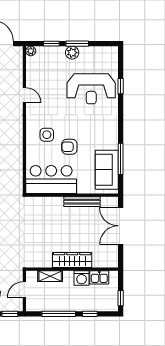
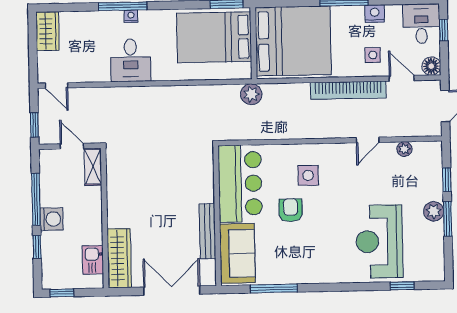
plant: (31, 51) -> (405, 149), moved
window: (121, 86) -> (402, 286), moved
sofa: (107, 170) -> (237, 253), moved, turned 90
wardrobe: (72, 260) -> (119, 258), moved
shelving: (50, 276) -> (93, 167), moved
washing machine: (82, 278) -> (52, 219), moved, turned 180

